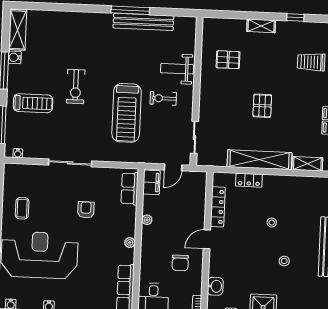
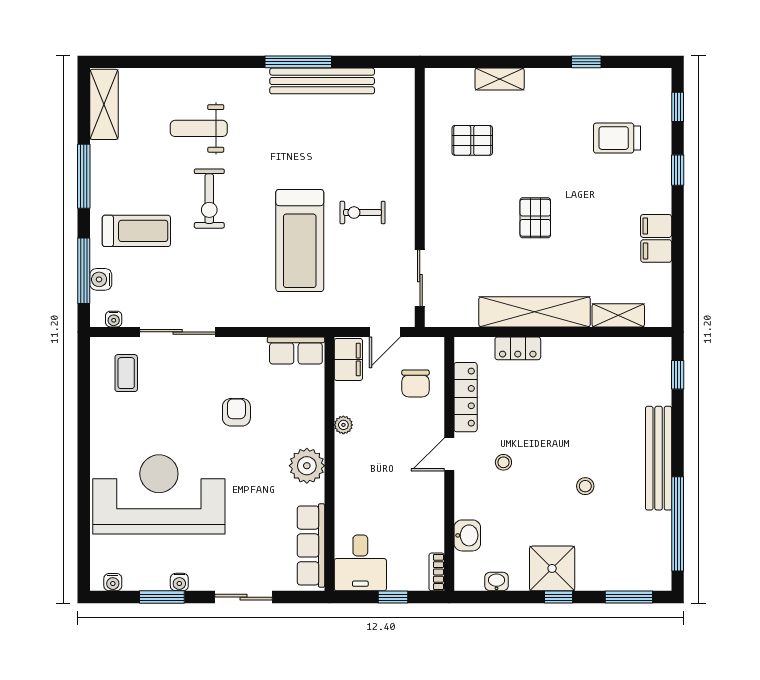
shelving: (261, 26) -> (500, 79), moved
water cooler: (15, 57) -> (101, 279), moved
weight bench: (177, 69) -> (199, 128), moved
sliding door: (70, 163) -> (178, 332), moved
row of seats: (130, 189) -> (296, 350), moved, turned -90
coffee table: (22, 208) -> (126, 373), moved
stool: (272, 223) -> (503, 462), moved
plant: (130, 242) -> (307, 466), width x1.88, depth x1.88
chair: (180, 263) -> (415, 383), moved

